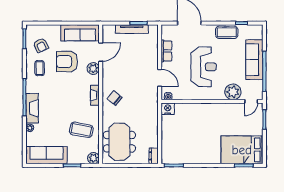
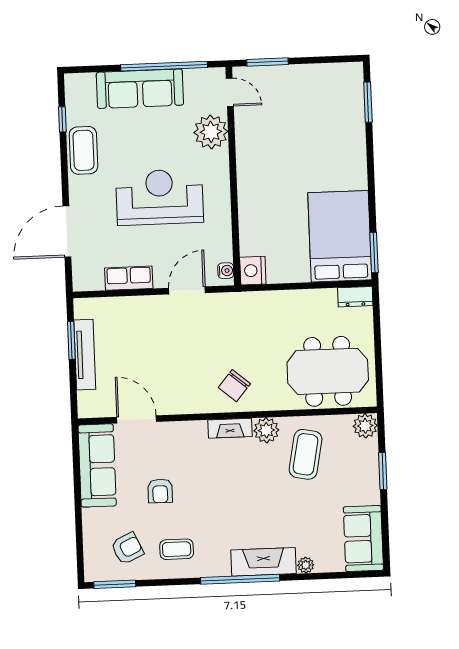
armchair: (67, 62) -> (160, 491), width x0.53, depth x0.53
plant: (93, 69) -> (266, 430), moved
bed: (242, 150) -> (340, 236), moved, turned 180
sofa: (47, 155) -> (363, 539), width x0.73

